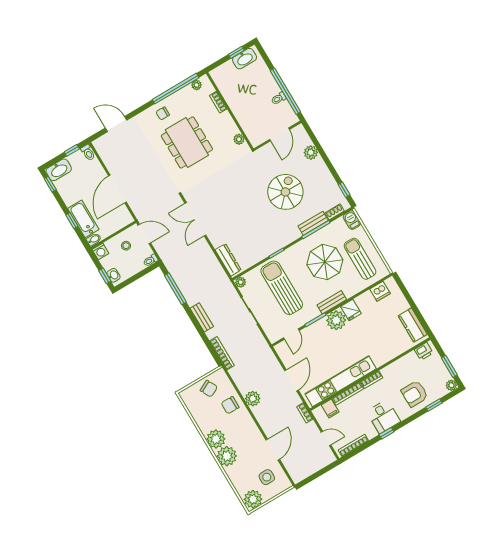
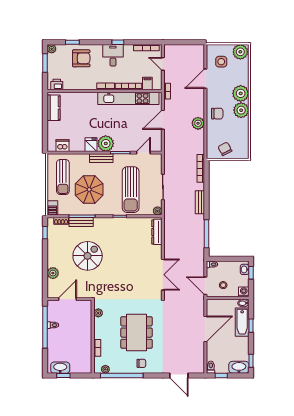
spiral stairs: (285, 192) -> (88, 256), turned 180
chair: (230, 405) -> (217, 114), moved

